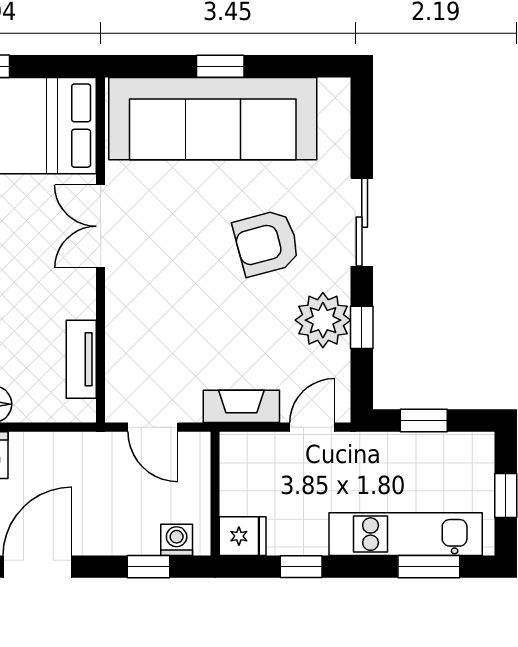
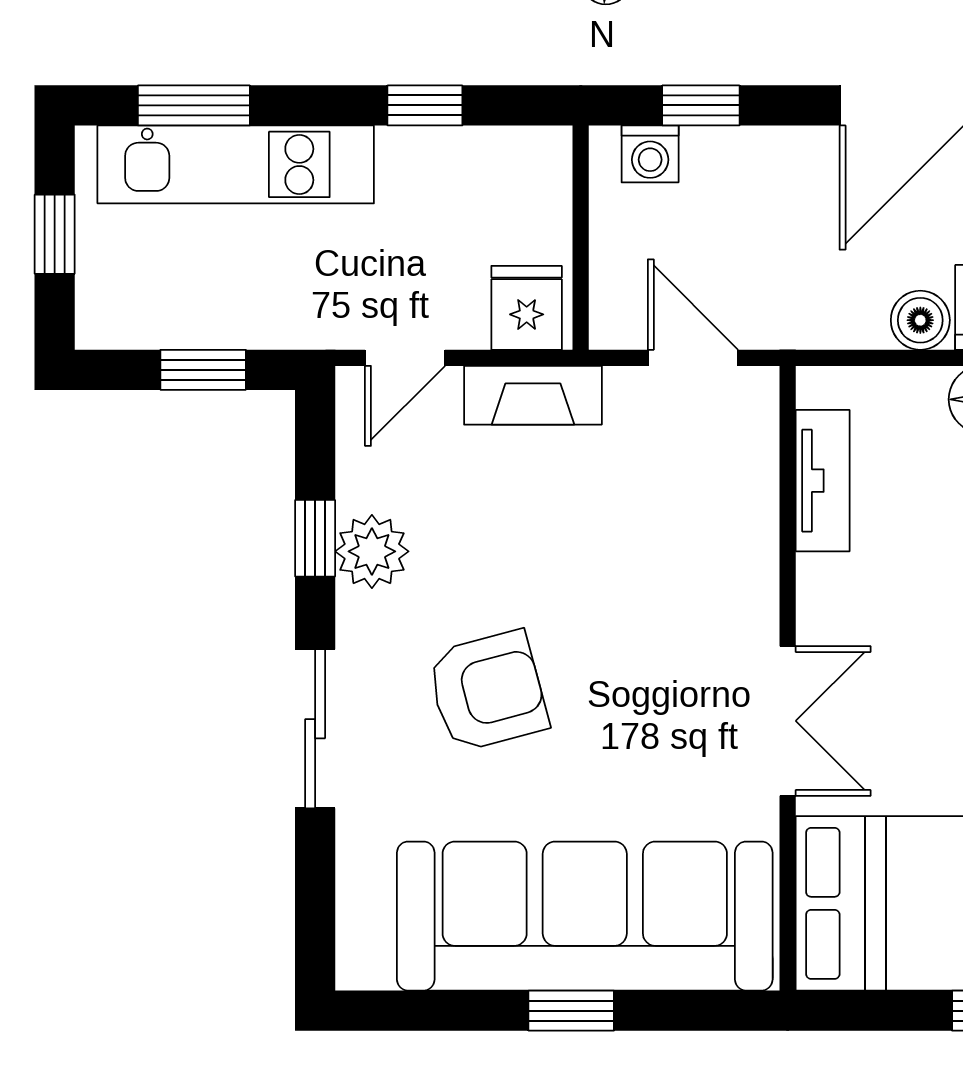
plant: (323, 320) -> (372, 551), width x0.73, depth x0.73
boiler: (27, 448) -> (920, 320), added
fridge: (243, 536) -> (527, 308), moved, turned 90

